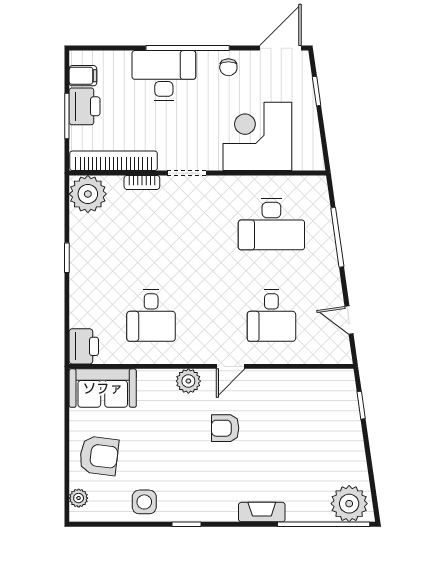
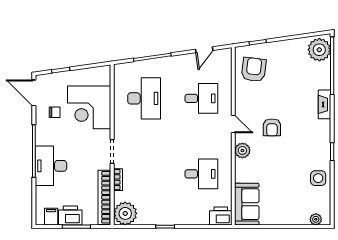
chair: (228, 67) -> (55, 112), moved
armchair: (99, 456) -> (254, 70), moved

